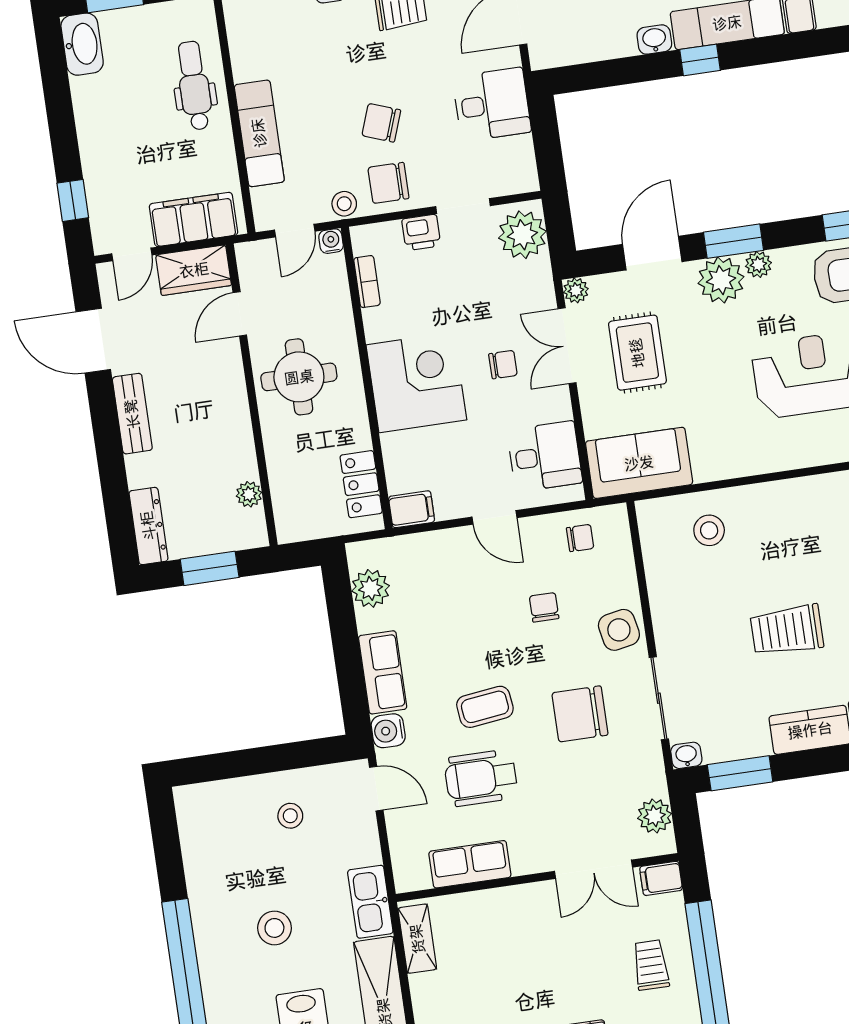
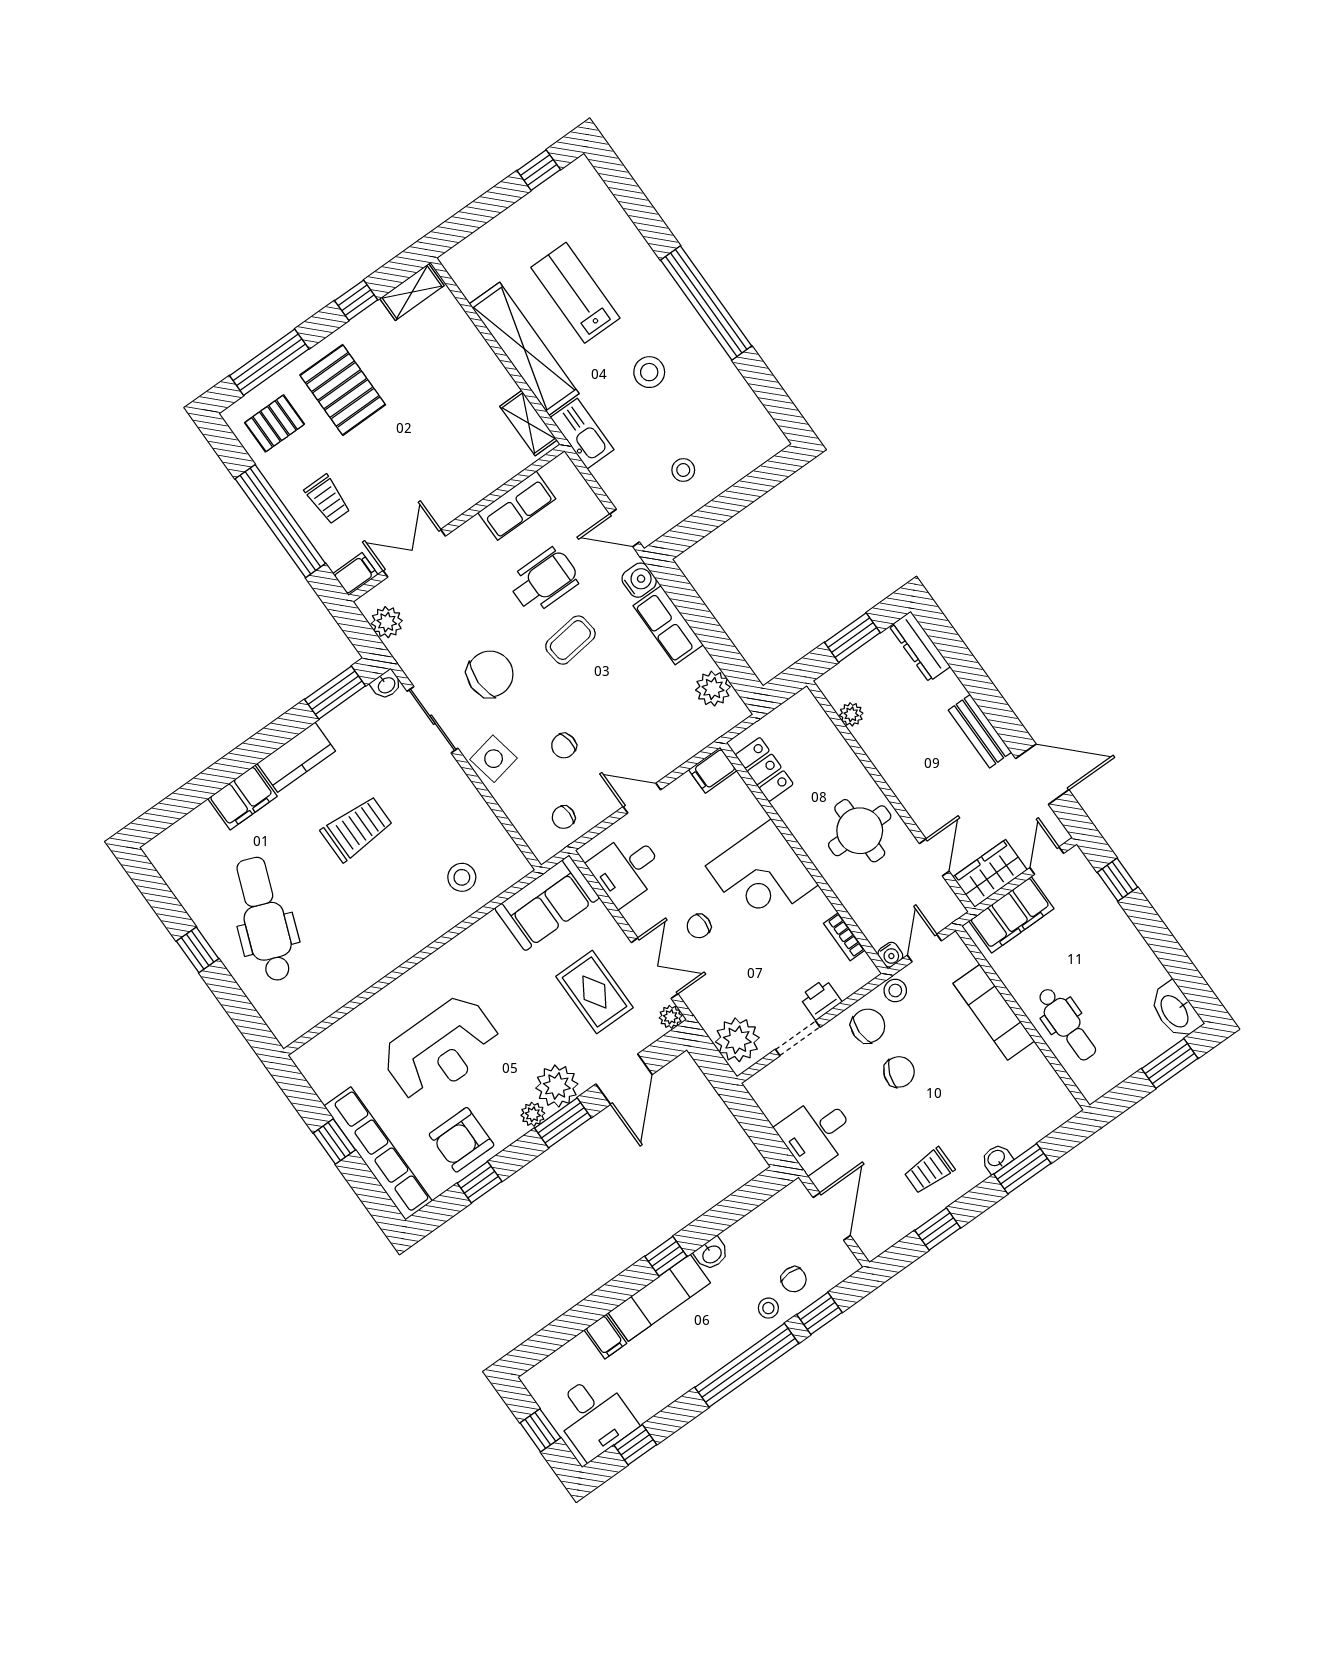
chair: (544, 607) -> (564, 746), turned 82

